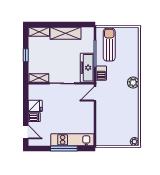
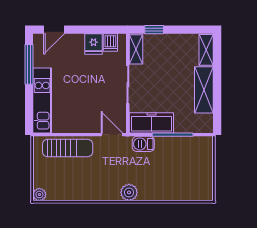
sun lounger: (109, 45) -> (68, 148), moved
window: (26, 55) -> (154, 30), moved
dishwasher: (34, 117) -> (110, 42), moved
window: (64, 148) -> (29, 64), moved

